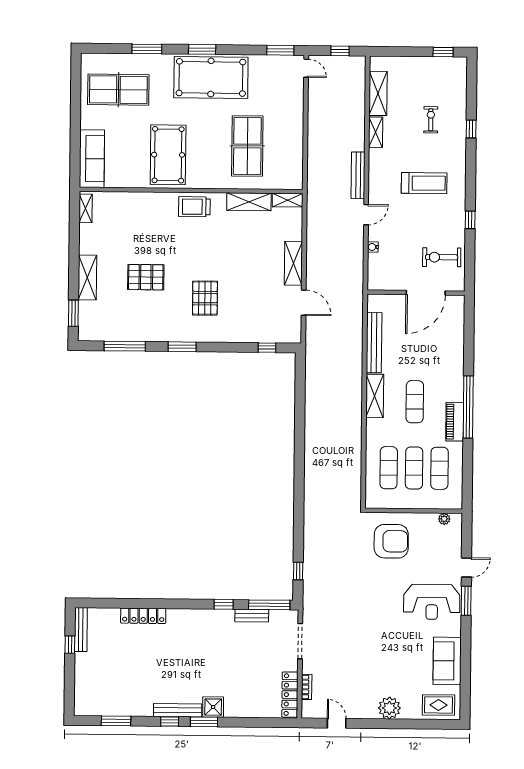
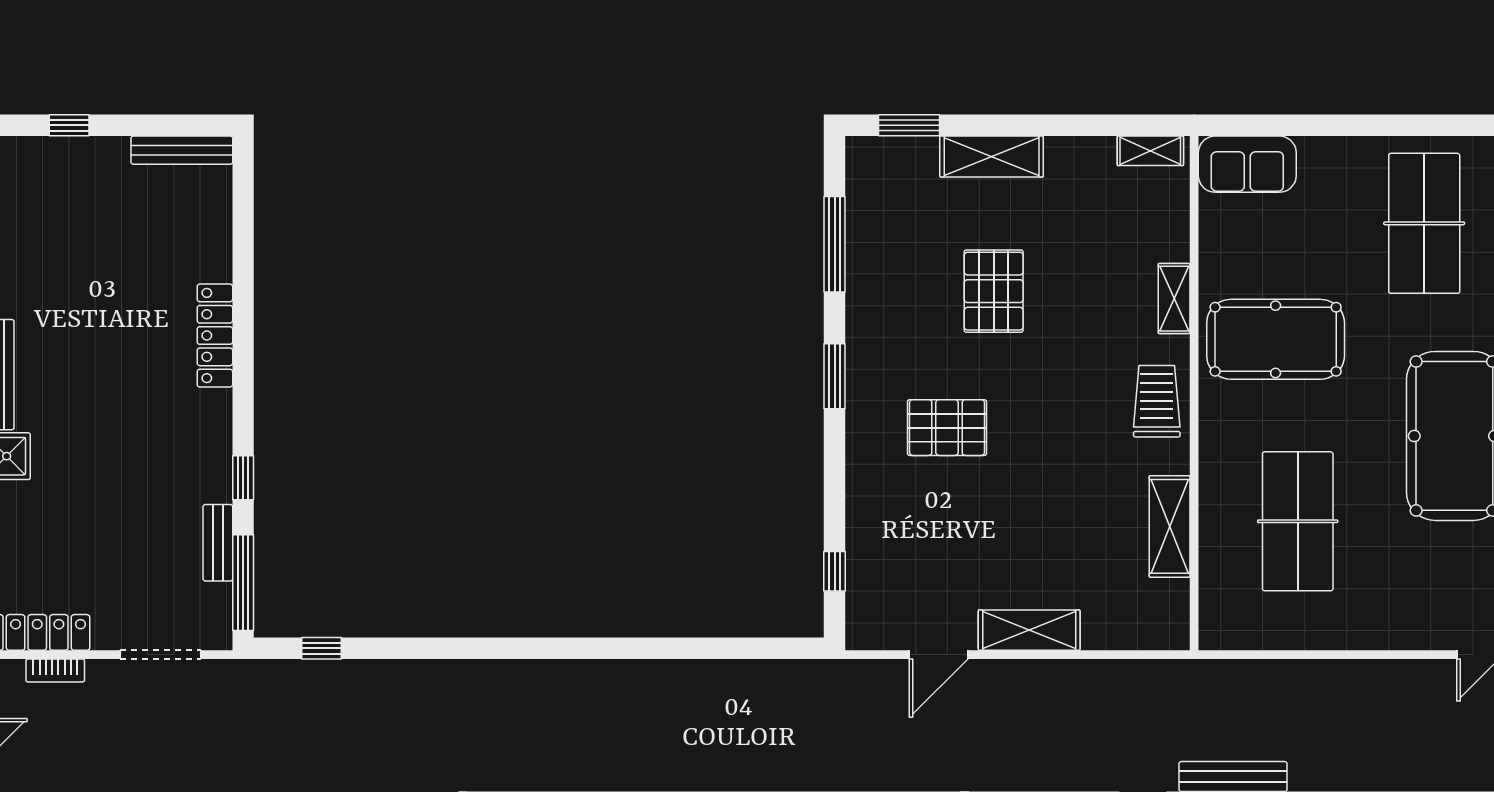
table tennis table: (247, 146) -> (1298, 521), turned 90
sofa: (92, 159) -> (1247, 164), width x0.73
shelving: (288, 200) -> (1174, 299), moved
locker: (143, 616) -> (215, 336), moved
window: (70, 645) -> (69, 125), moved

